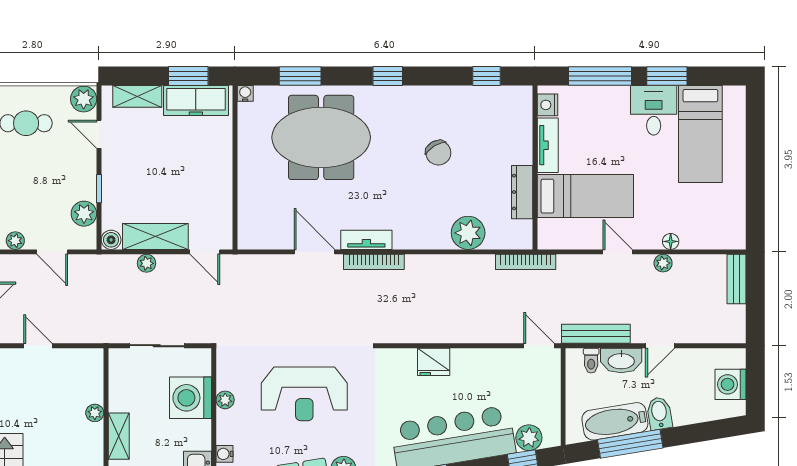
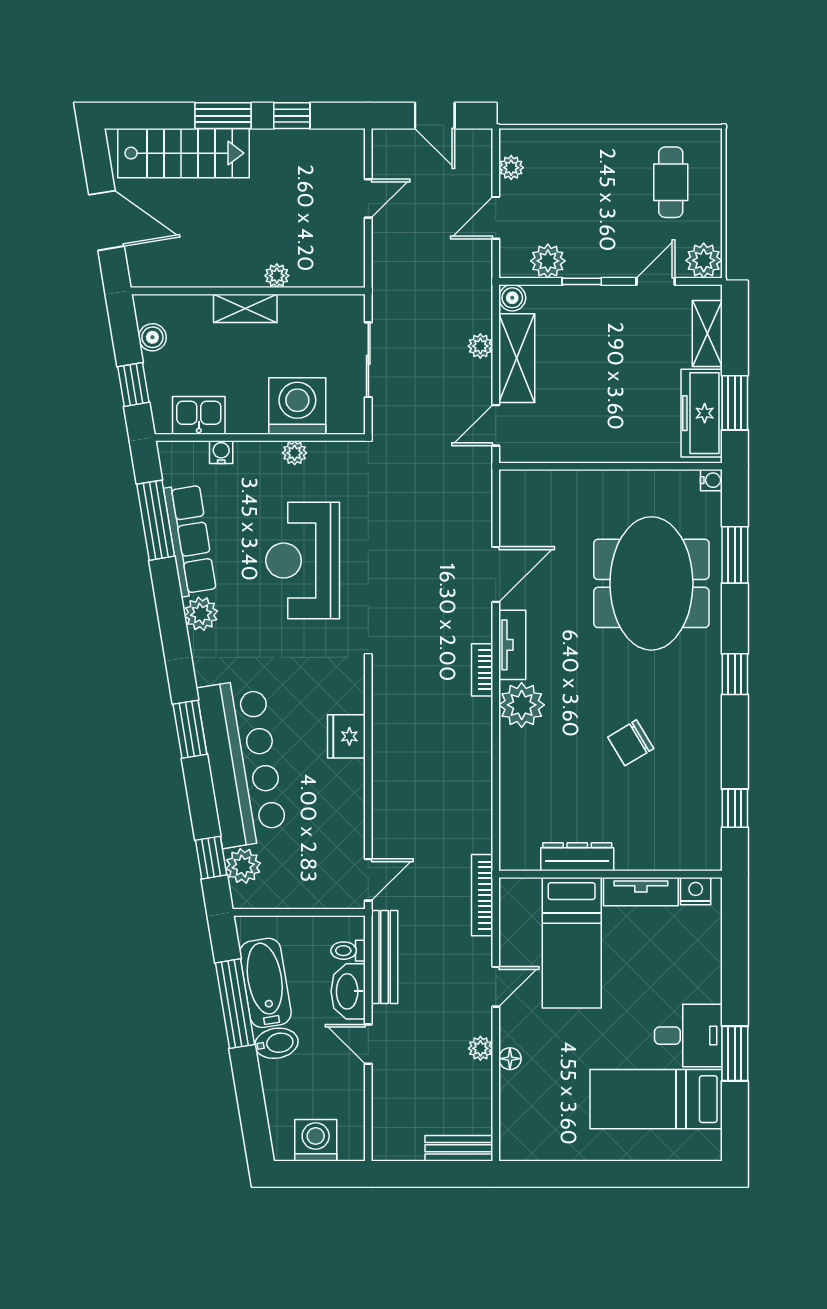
window: (600, 76) -> (735, 963), removed
plant: (468, 233) -> (522, 705), moved
bookcase: (374, 262) -> (482, 670), width x0.64
bookcase: (526, 262) -> (482, 895), moved

